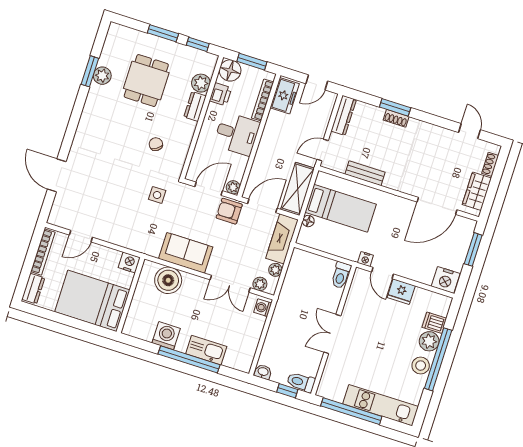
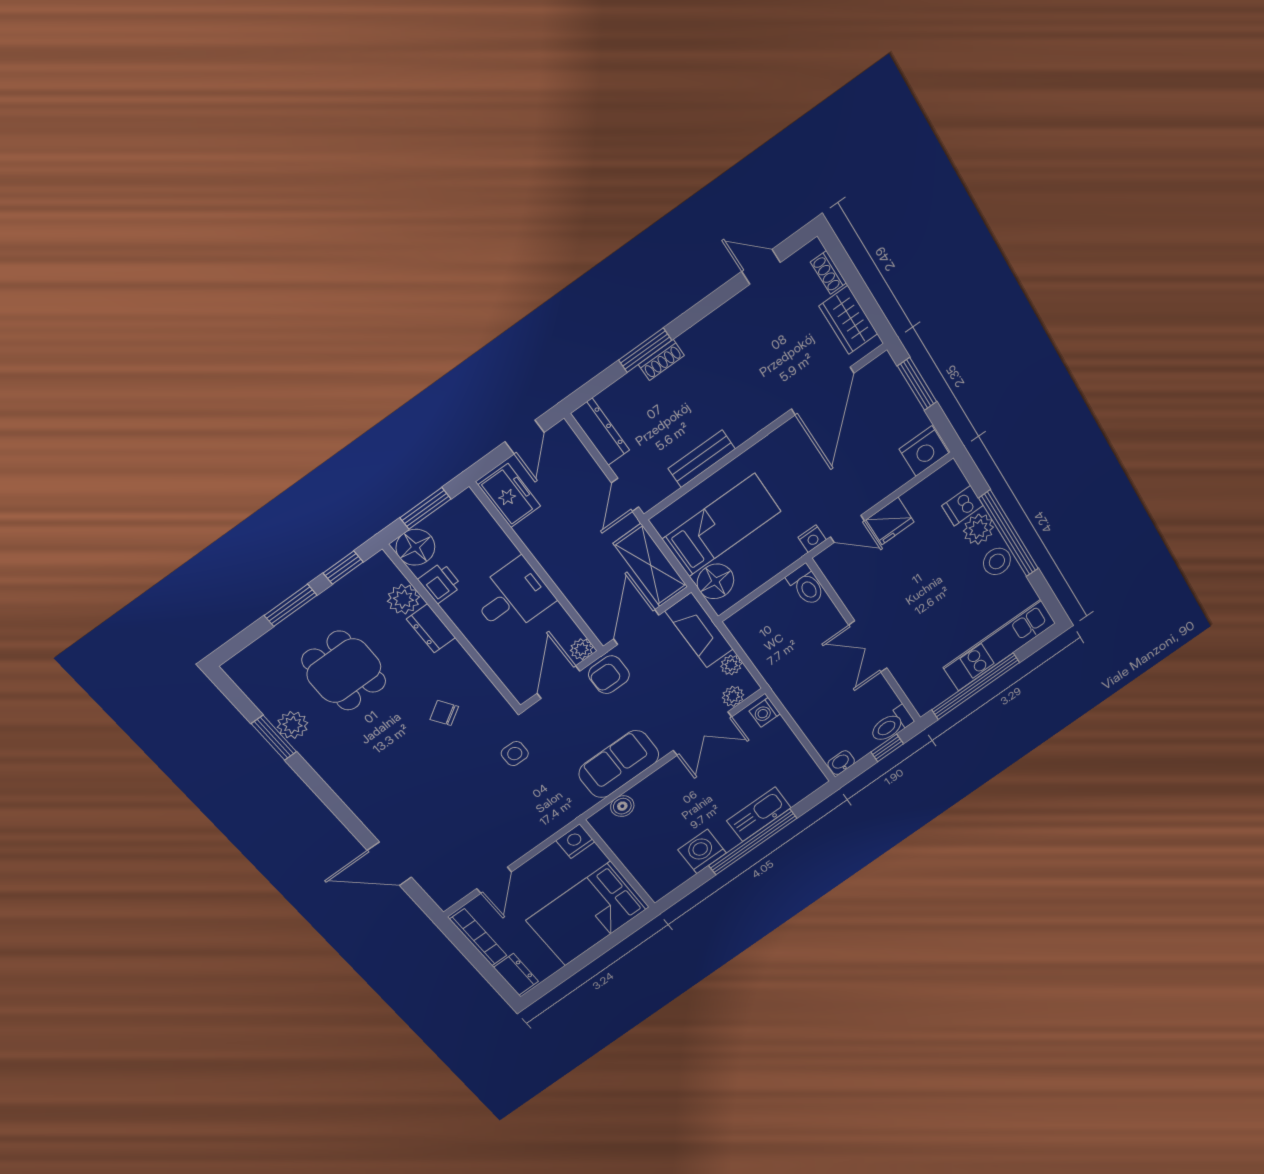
bookcase: (263, 100) -> (492, 530), removed
floor lamp: (308, 221) -> (715, 581), width x1.89, depth x1.89
boiler: (168, 280) -> (622, 806), width x0.54, depth x0.54

